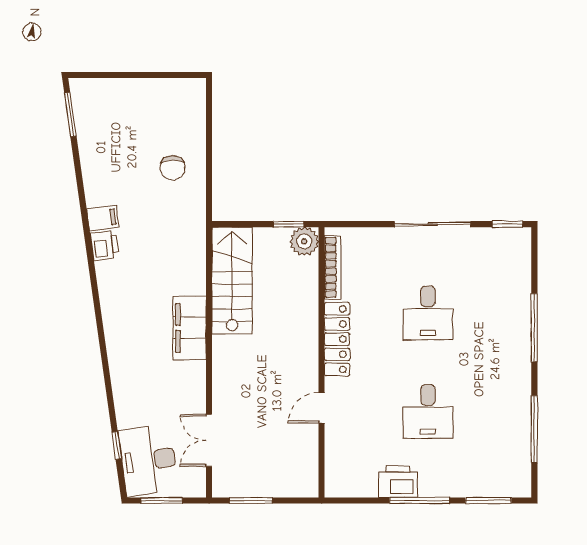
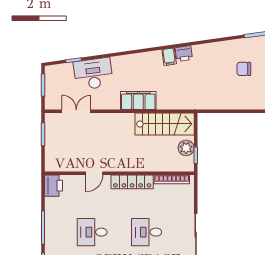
chair: (173, 168) -> (244, 69), moved
filing cabinet: (103, 218) -> (169, 57), moved
plant: (304, 241) -> (186, 148), moved
door: (322, 408) -> (94, 173), swing flipped
desk: (148, 460) -> (93, 74), moved
printer: (398, 482) -> (54, 186), moved

